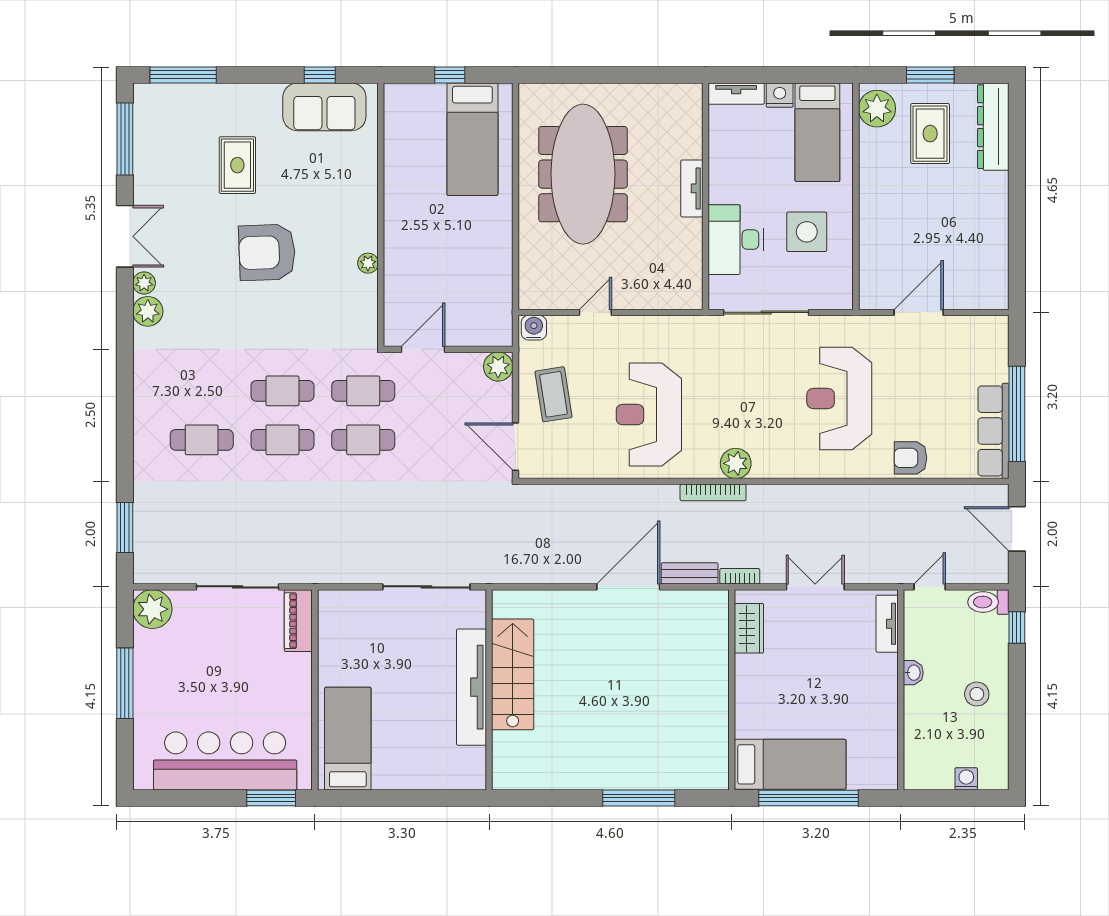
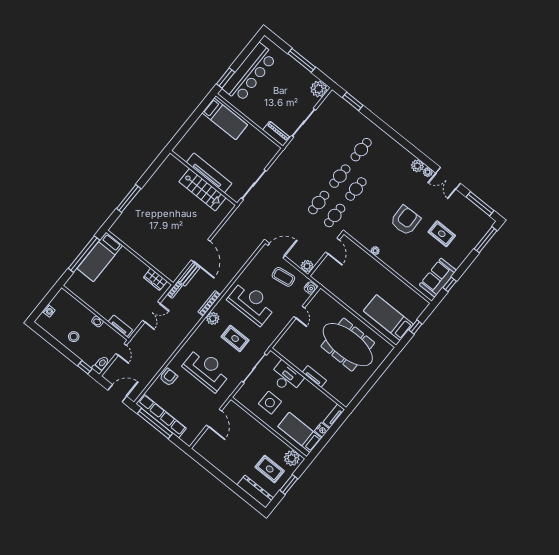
rug: (740, 392) -> (235, 338), added
row of seats: (993, 431) -> (161, 416), width x1.36

